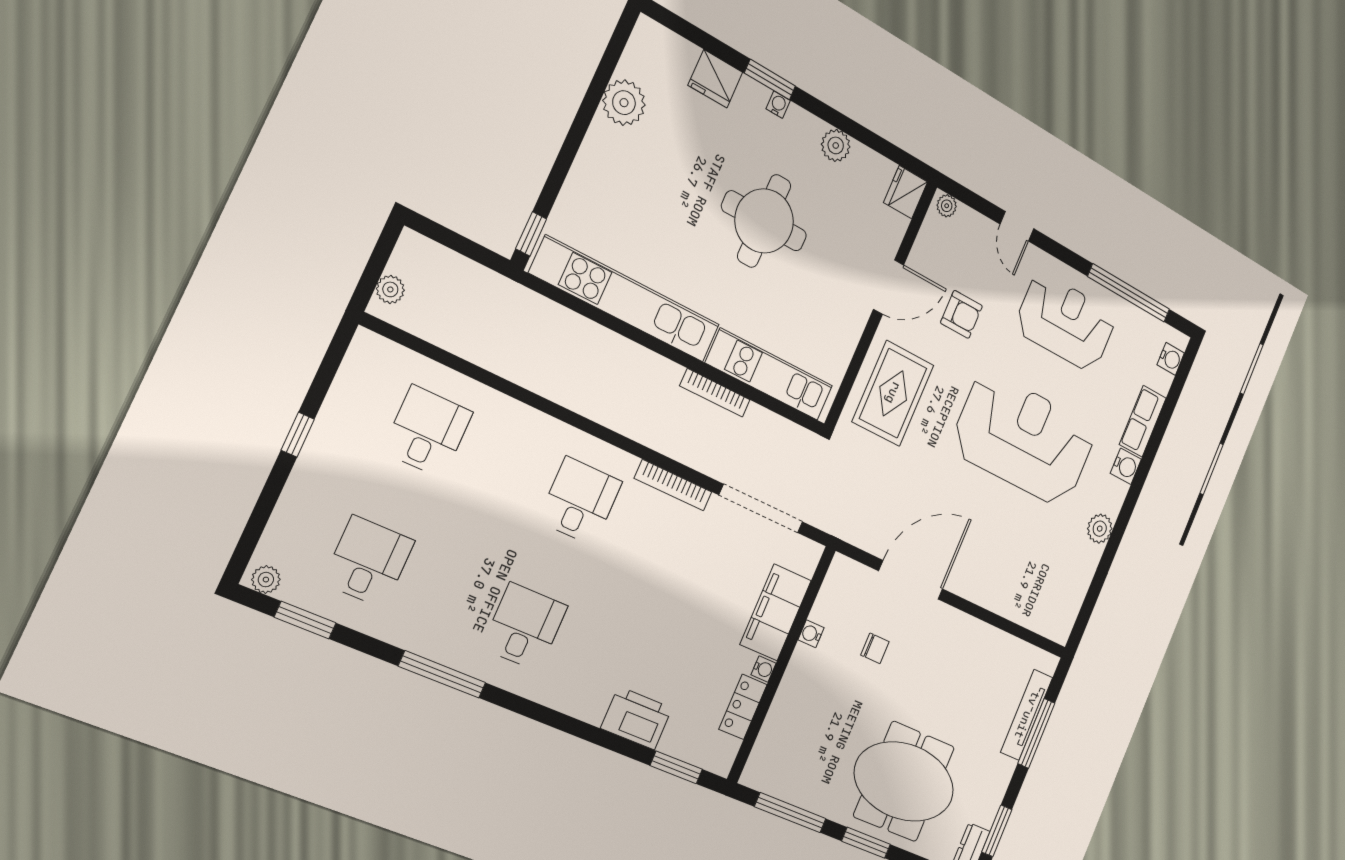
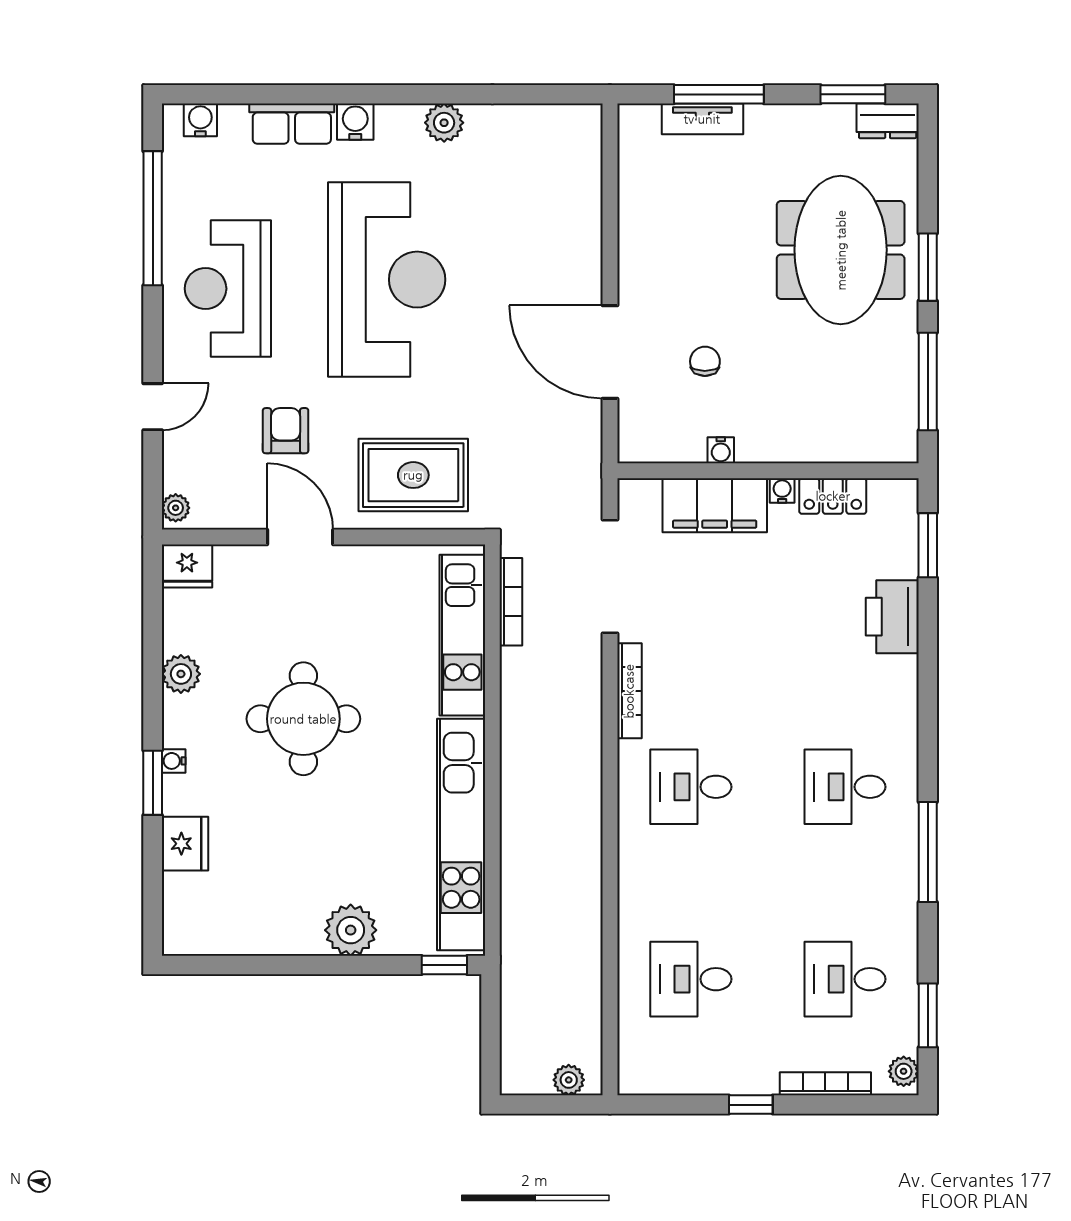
plant: (624, 103) -> (351, 930), moved
bookcase: (715, 393) -> (511, 602), moved
reception desk: (1024, 439) -> (387, 280), turned 180
bookcase: (286, 507) -> (825, 1084), added
tv unit: (1027, 715) -> (702, 119), width x0.71

